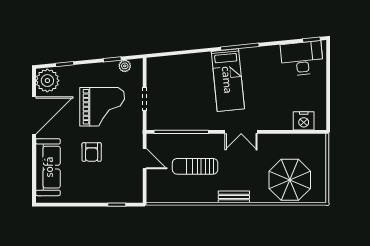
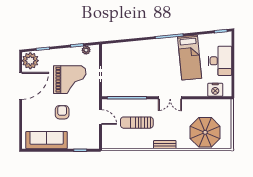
desk: (302, 58) -> (220, 61), moved, turned 96
bed: (228, 80) -> (190, 57), moved
armchair: (92, 152) -> (62, 112), turned 180
sofa: (48, 167) -> (47, 140), moved, turned -90

